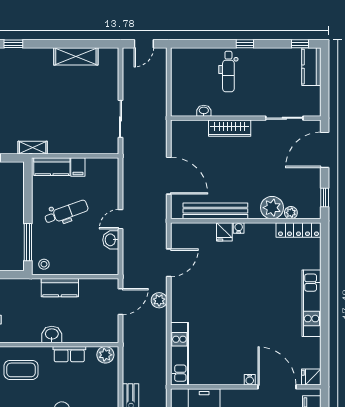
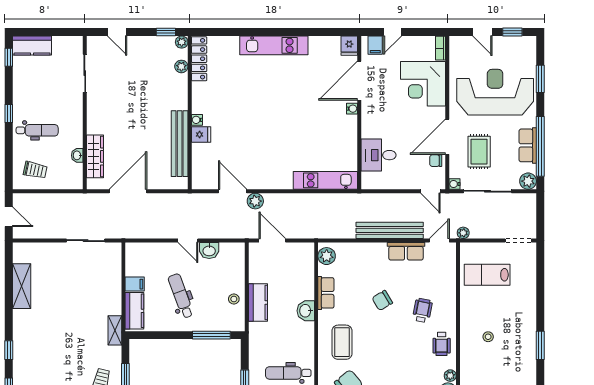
trolley: (190, 70) -> (35, 170), added
wardrobe: (230, 128) -> (95, 156), moved
door: (325, 150) -> (117, 32), width x0.53
door: (169, 176) -> (128, 191), moved
plant: (272, 208) -> (182, 42), moved, width x0.53, depth x0.53
stool: (44, 264) -> (234, 299), moved
plant: (159, 300) -> (255, 201), moved

